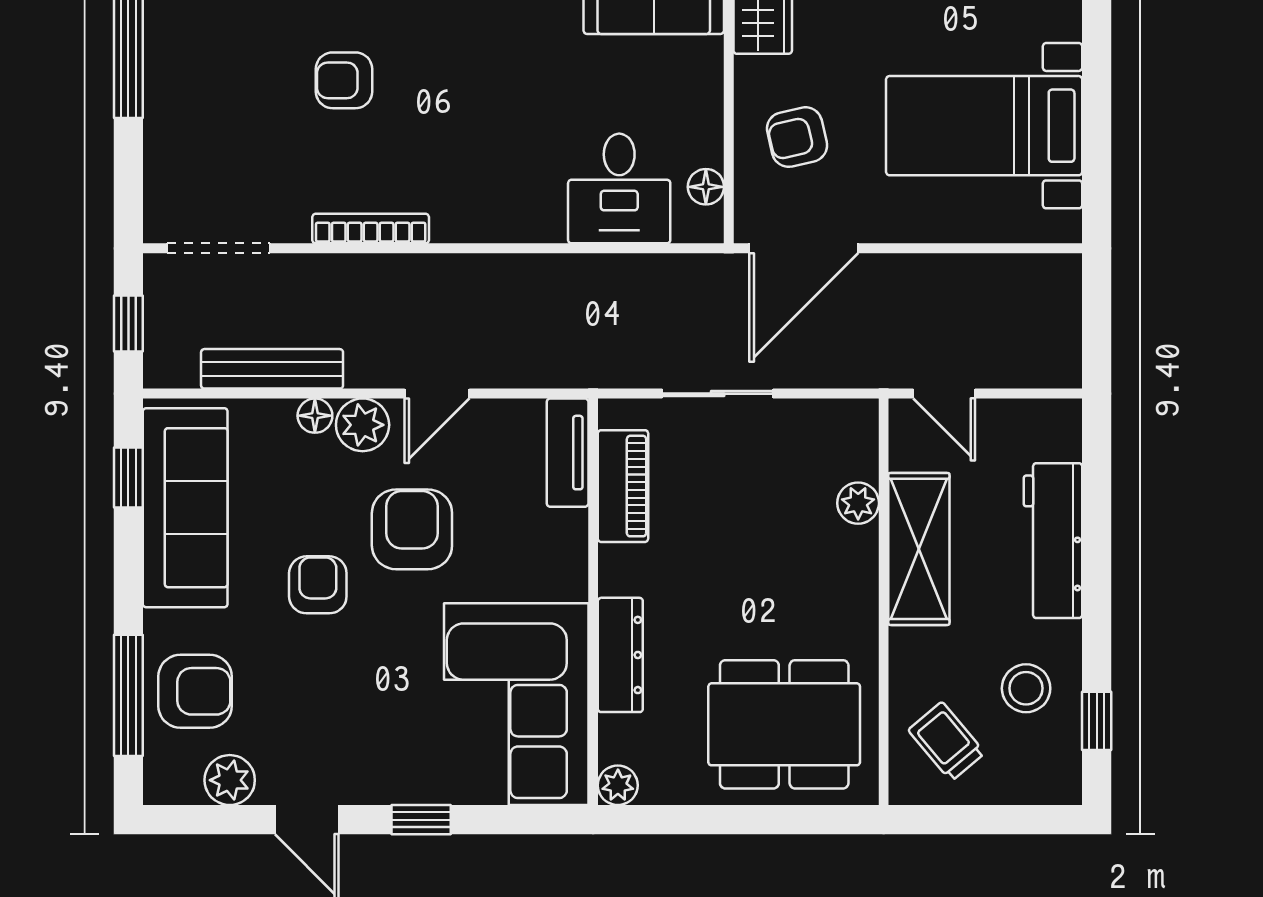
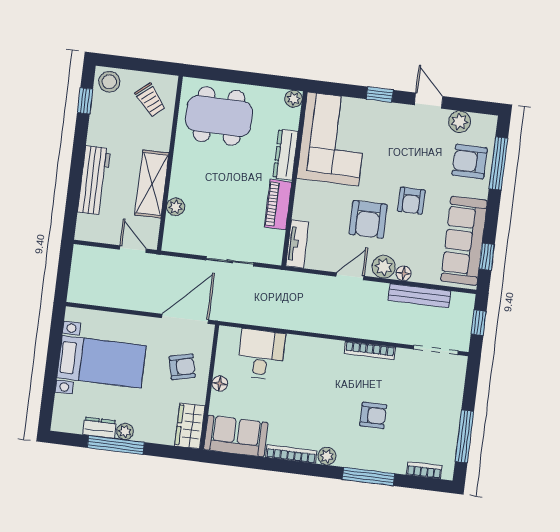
floor lamp: (706, 187) -> (220, 384), moved
piano: (623, 486) -> (278, 204), moved
stool: (1026, 688) -> (109, 82), moved

